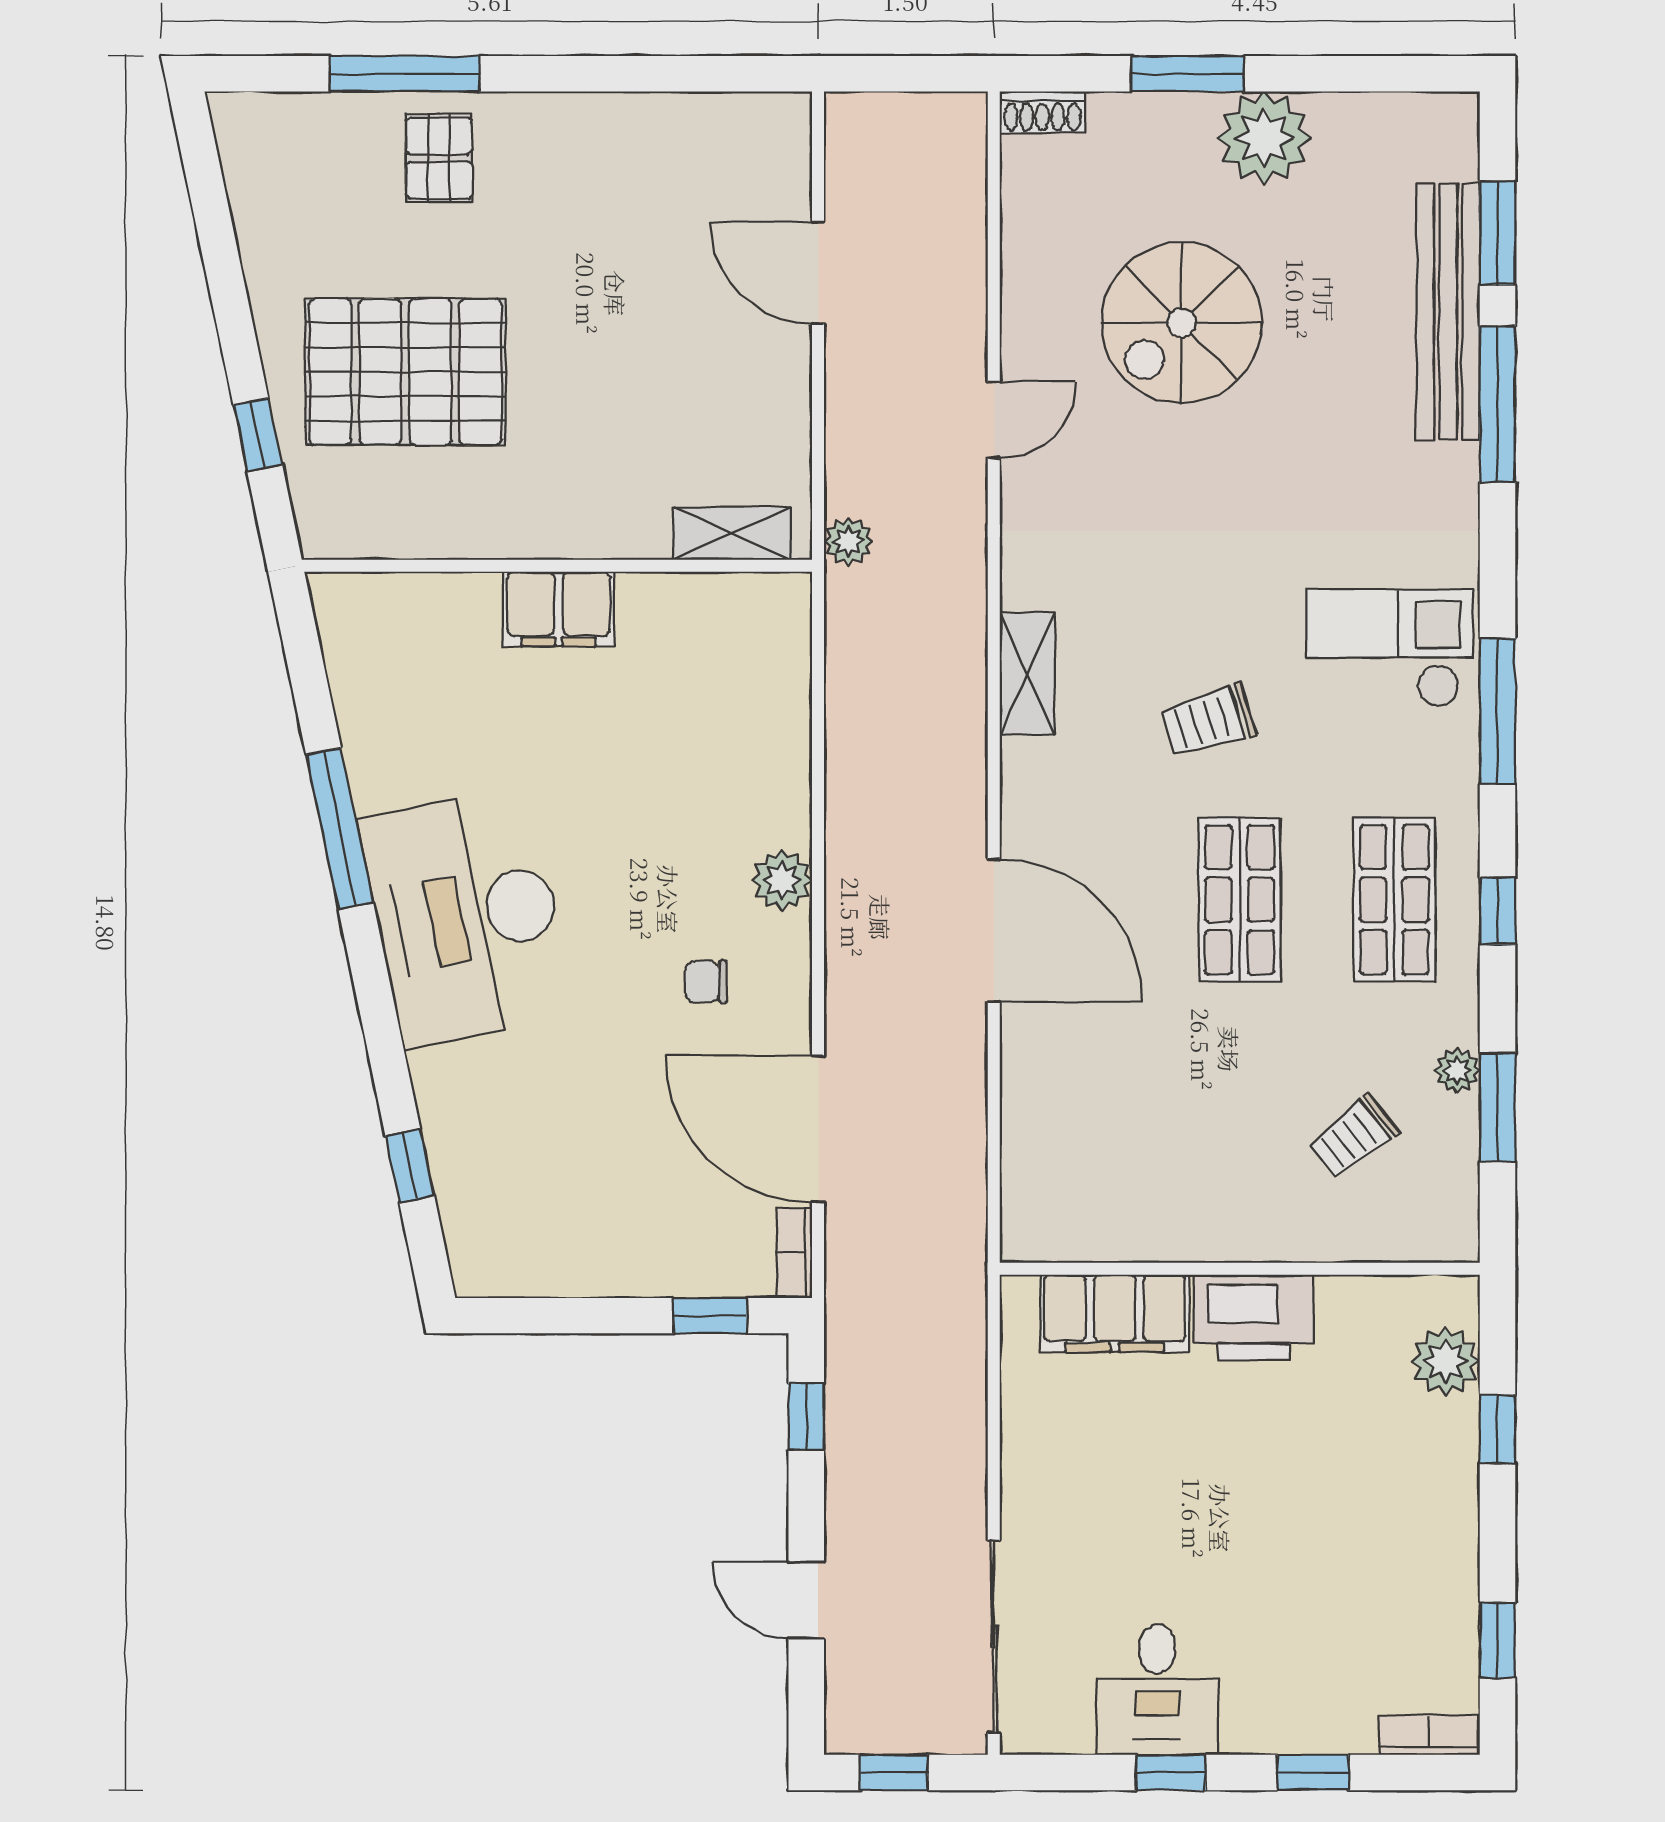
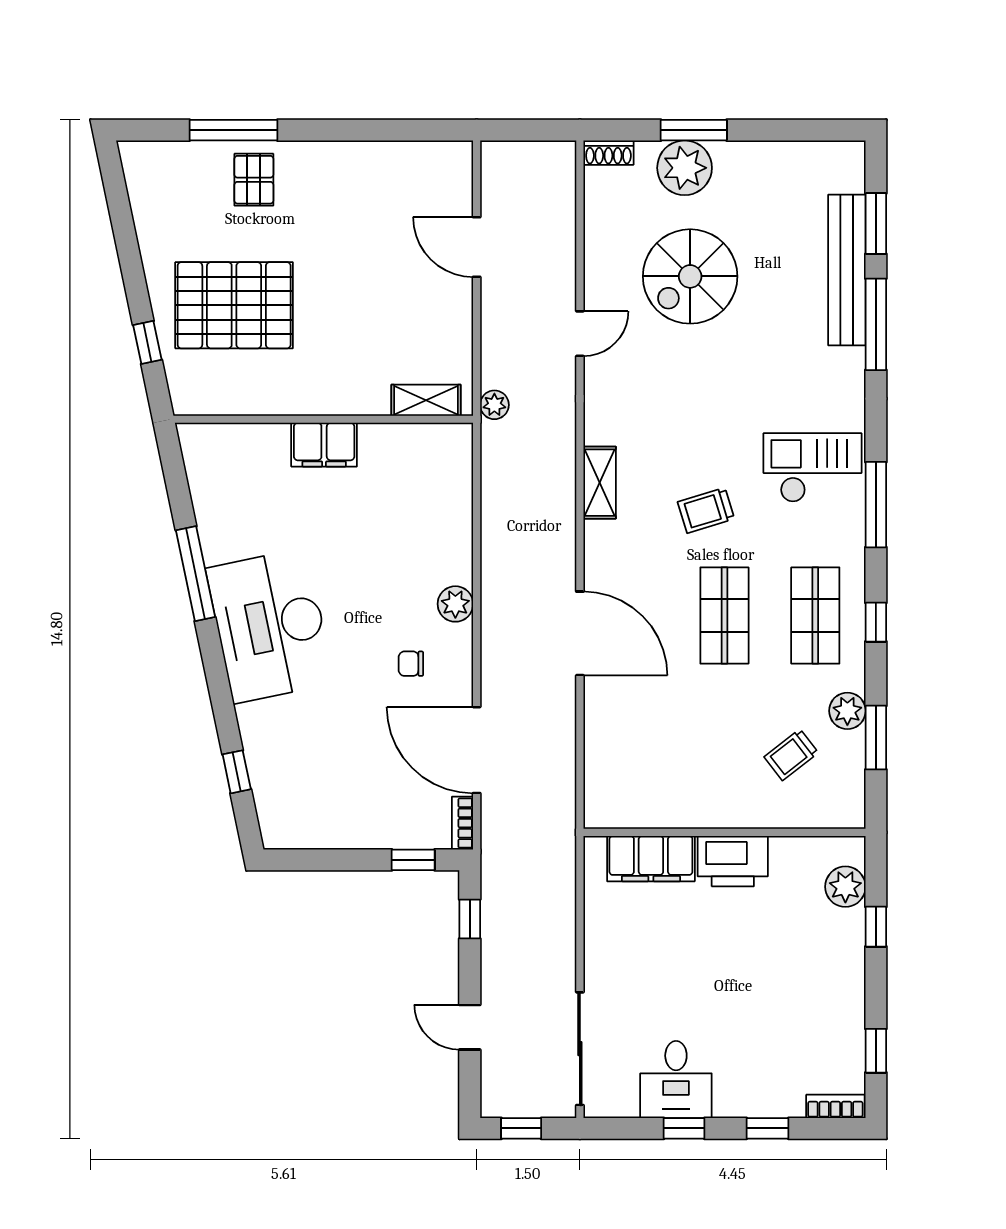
plant: (1264, 138) -> (685, 168), moved
plant: (1457, 1070) -> (847, 711), width x1.38, depth x1.38

